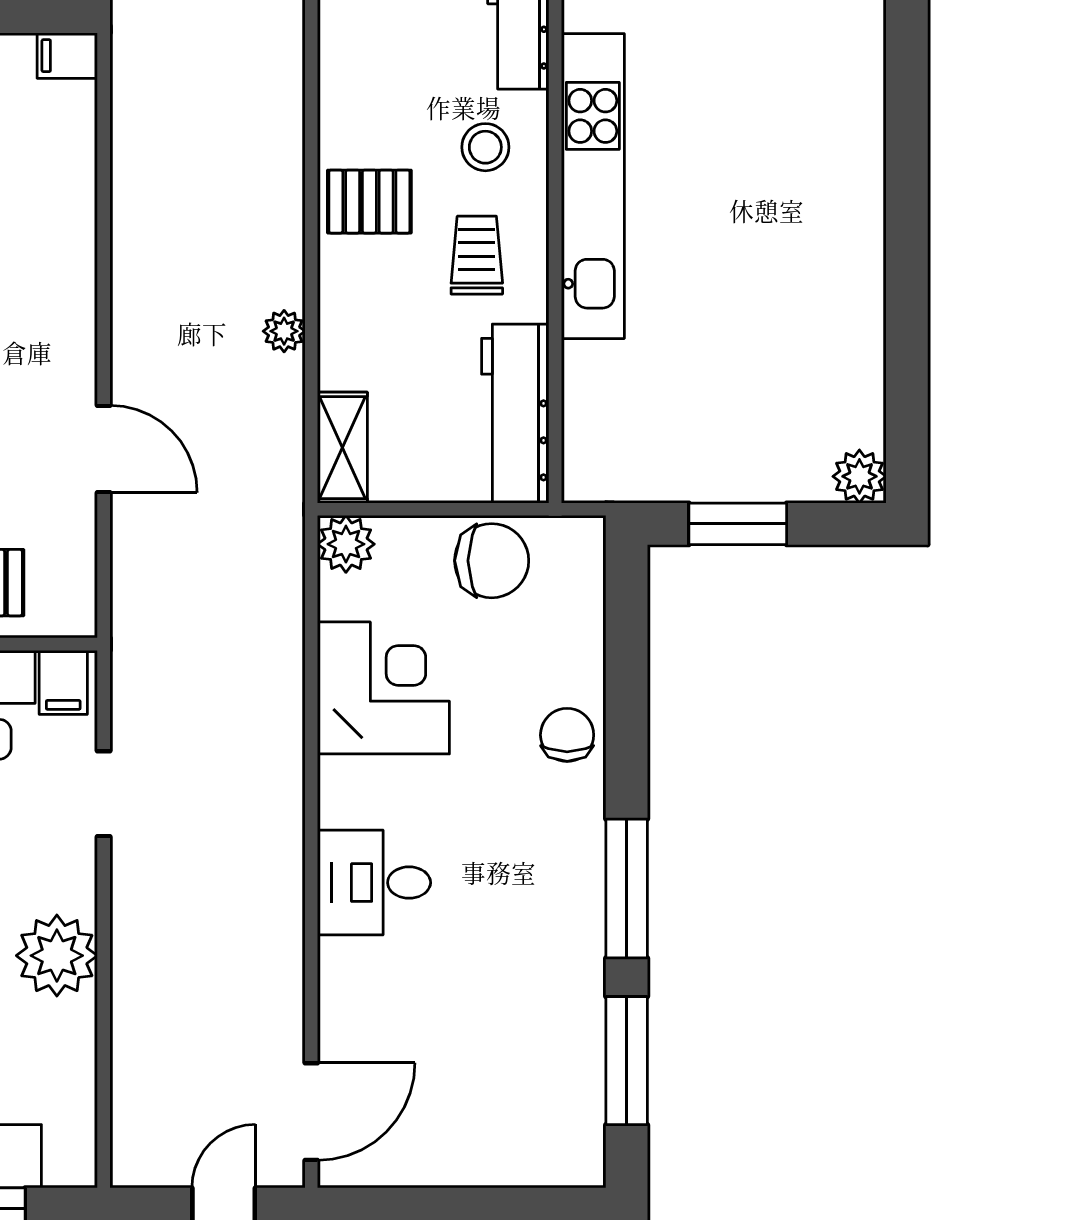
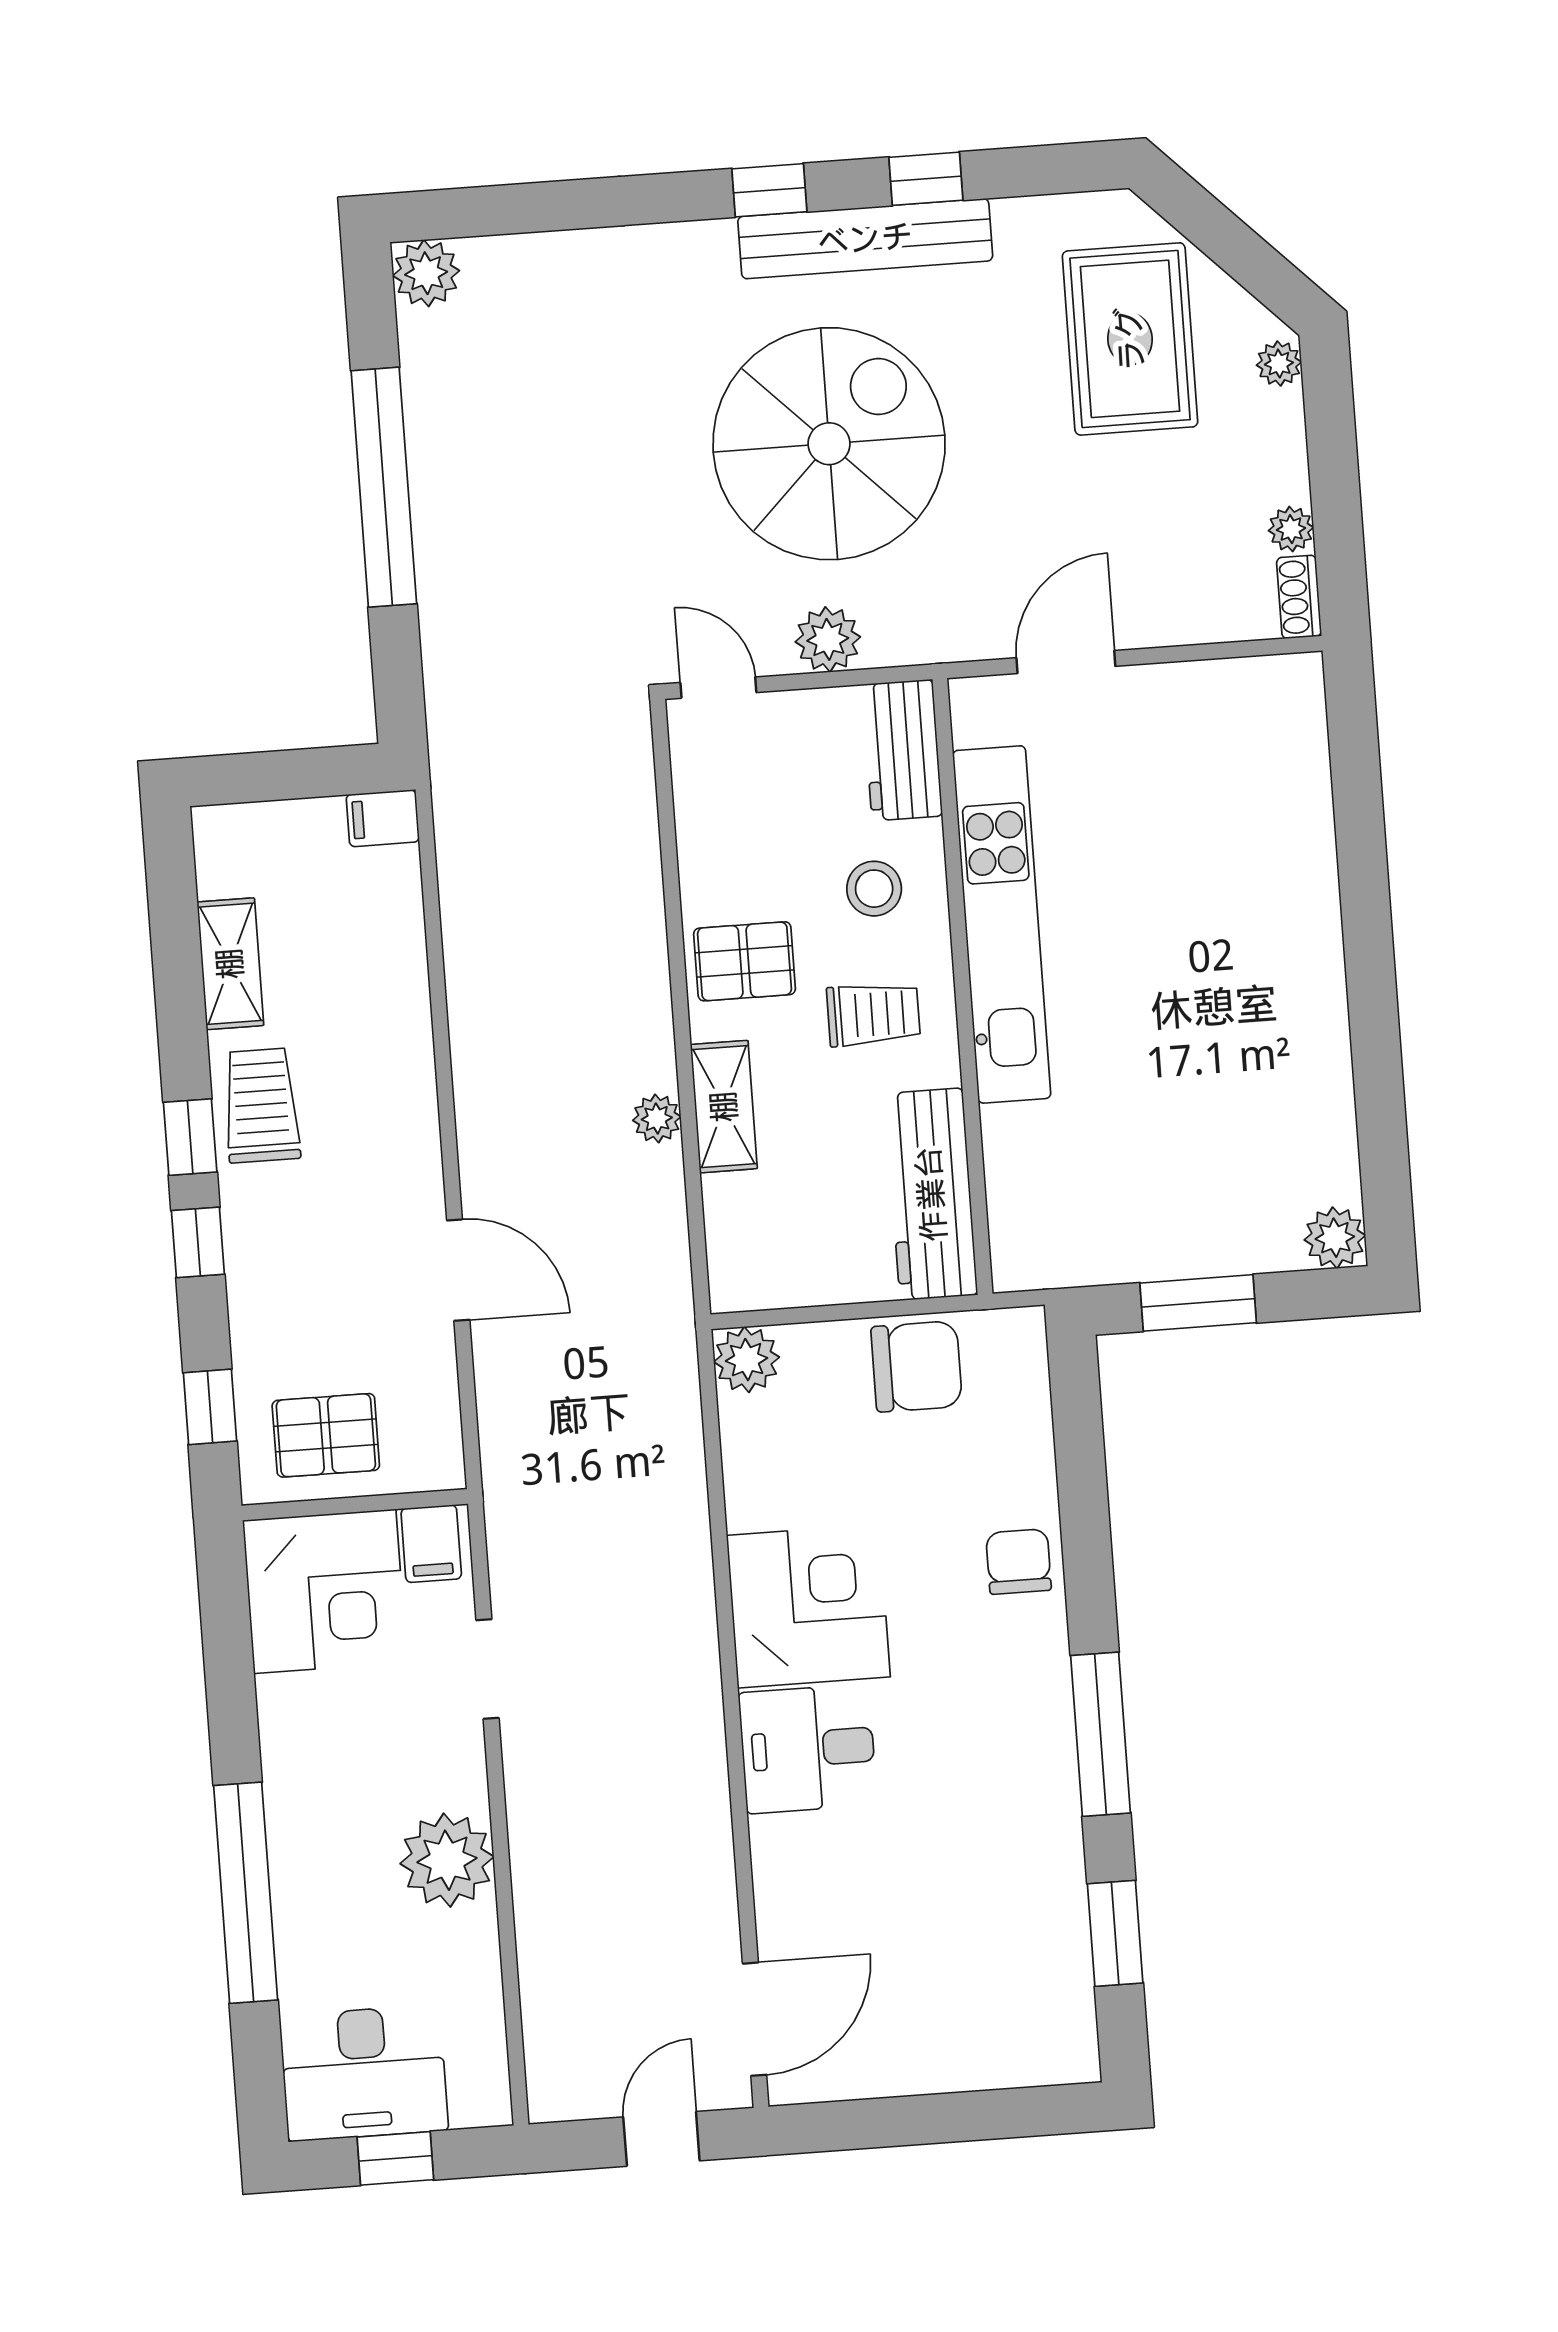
trolley: (477, 255) -> (873, 1014), turned 90
shelving: (342, 448) -> (724, 1107), moved
corner desk: (383, 688) -> (808, 1606), moved
window: (627, 1061) -> (1115, 1933), width x0.69

